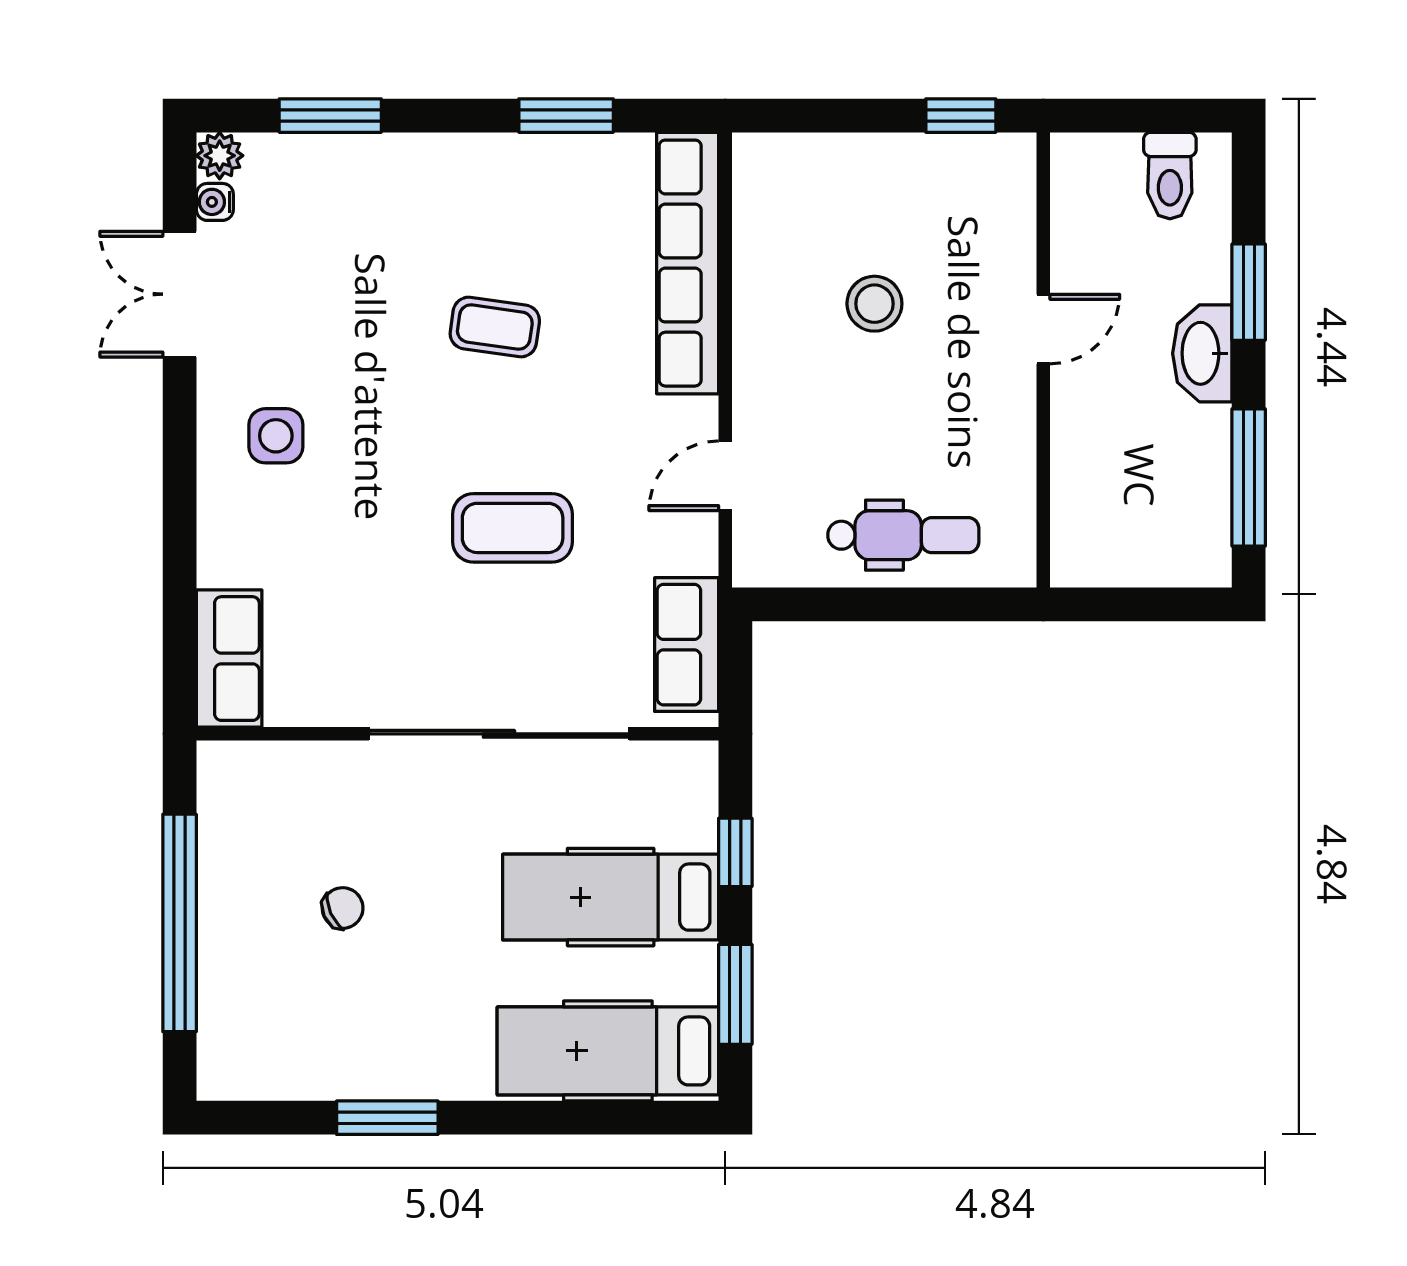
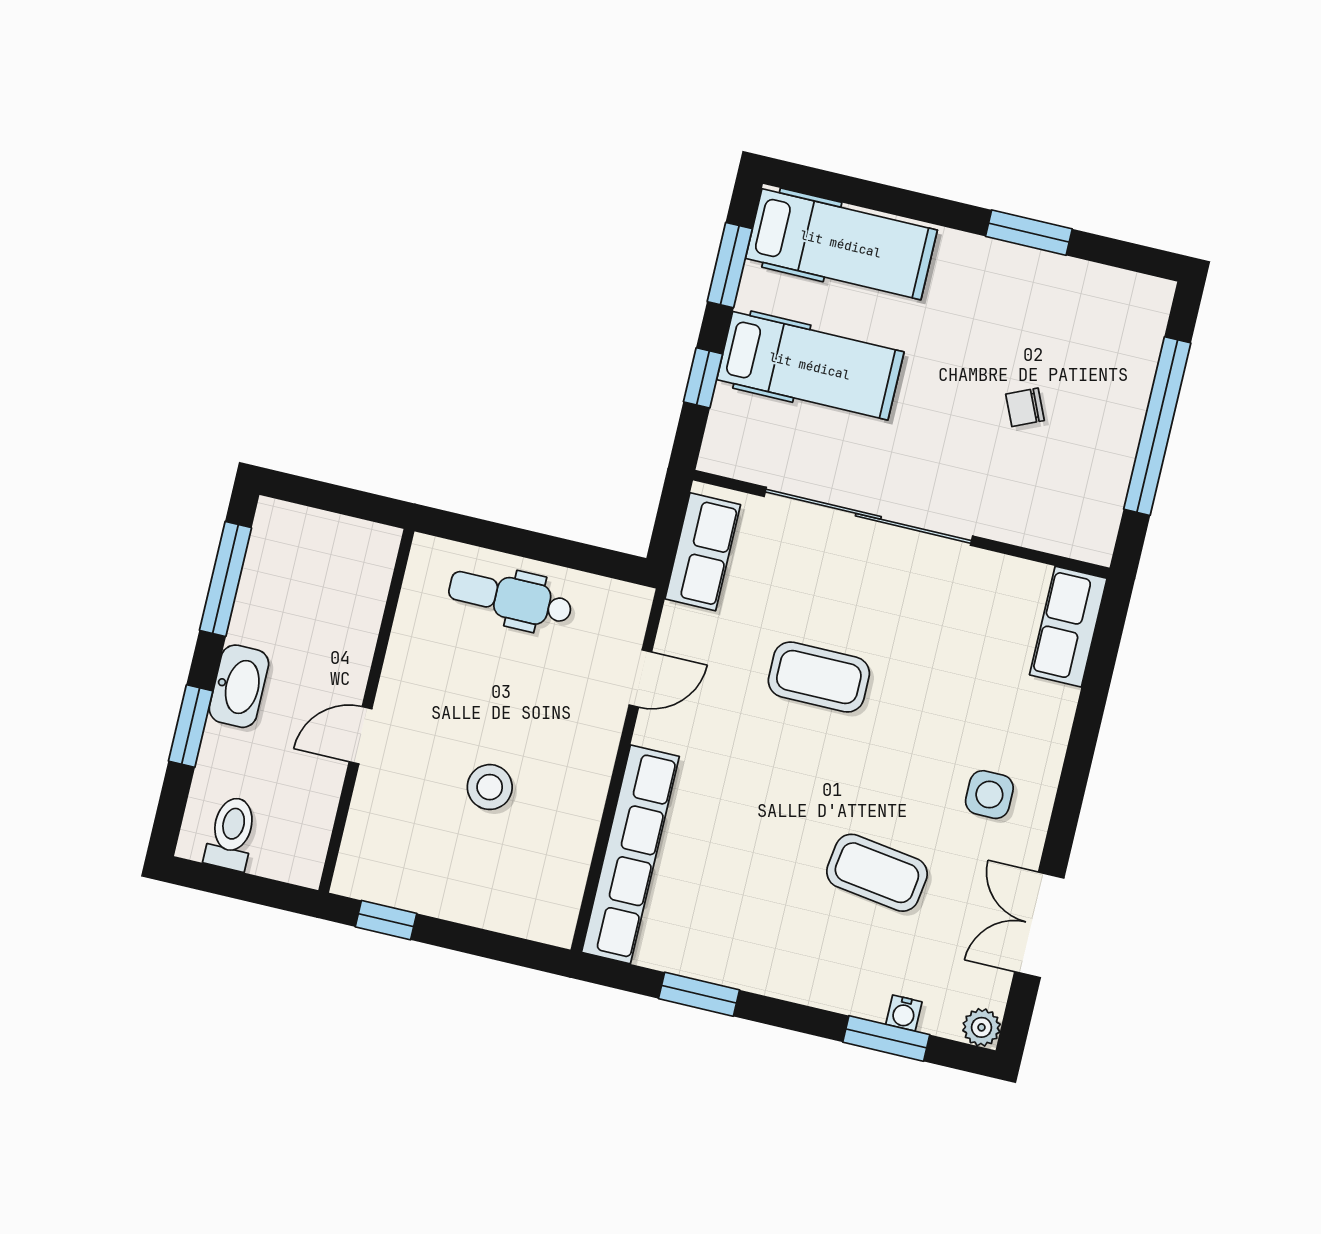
water cooler: (215, 202) -> (904, 1013), moved, turned 90
double door: (180, 294) -> (1039, 925), swing flipped
coffee table: (495, 327) -> (877, 873), moved, width x1.36, depth x1.30

